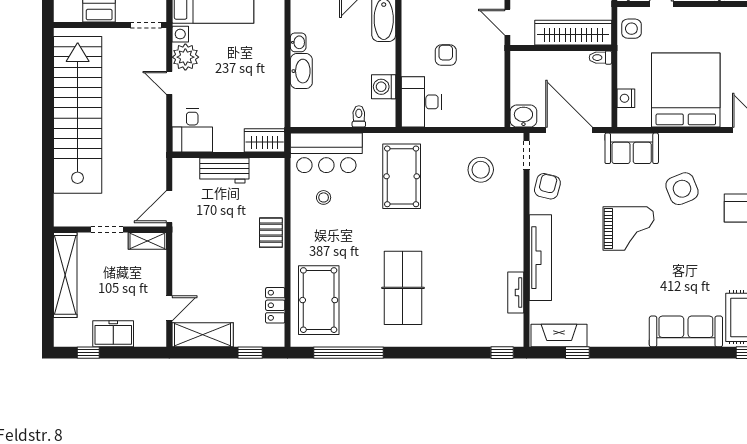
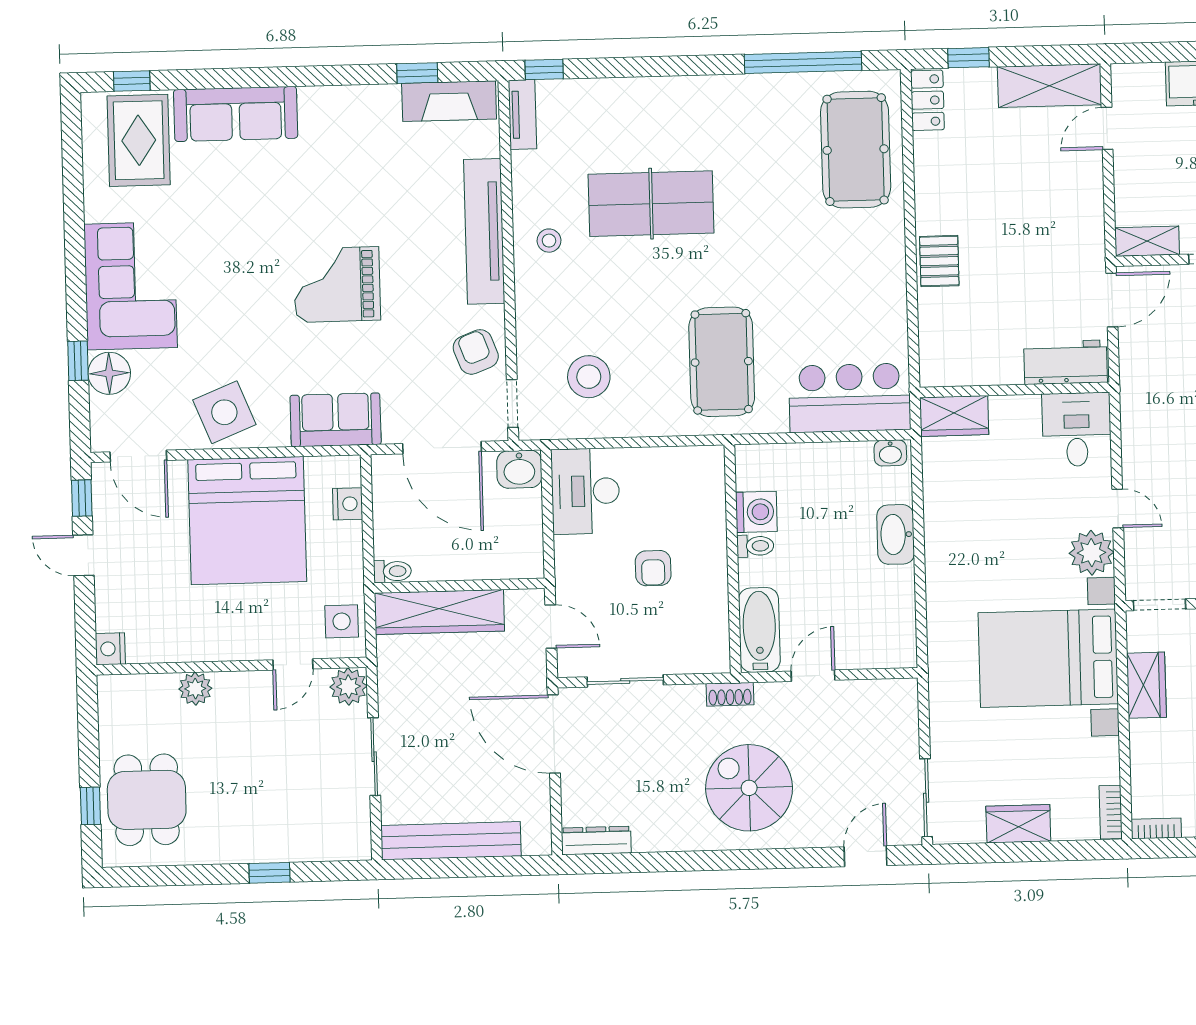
washbasin: (298, 42) -> (890, 453), moved, turned -90
desk: (421, 102) -> (585, 491), moved, turned 180
toilet: (359, 116) -> (755, 546), moved, turned -90
workbench: (224, 170) -> (1066, 362), moved
armchair: (547, 186) -> (476, 352), turned 145
side table: (682, 189) -> (224, 412), moved
stool: (324, 197) -> (549, 241), moved
table tennis table: (403, 288) -> (651, 204), moved, turned 90
tv unit: (516, 293) -> (522, 115), moved
locker: (275, 305) -> (927, 100), moved

